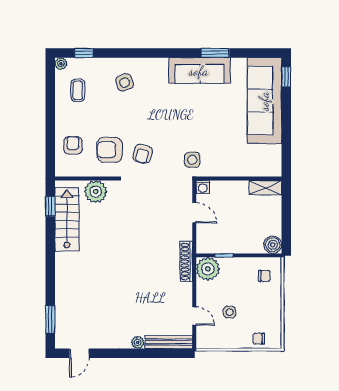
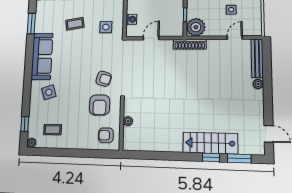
sofa: (199, 71) -> (42, 56), moved
coffee table: (214, 113) -> (75, 24), added
armchair: (73, 145) -> (106, 135), moved
side table: (192, 160) -> (106, 27), moved
washing machine: (203, 187) -> (131, 19), moved
plant: (96, 192) -> (128, 121), width x0.53, depth x0.53
window: (50, 206) -> (211, 157), moved
stairs: (67, 219) -> (210, 143), moved

